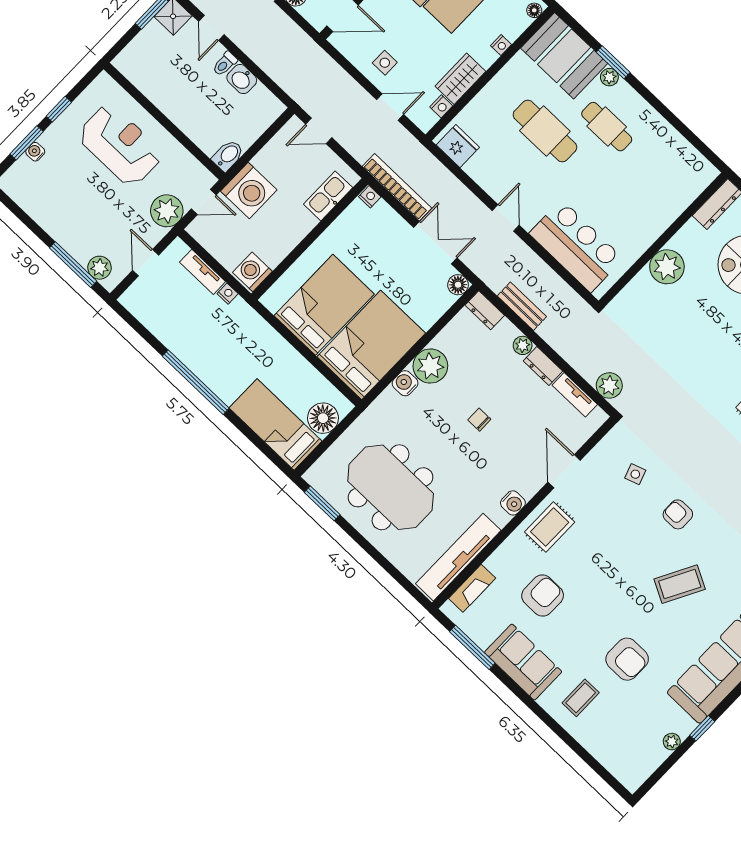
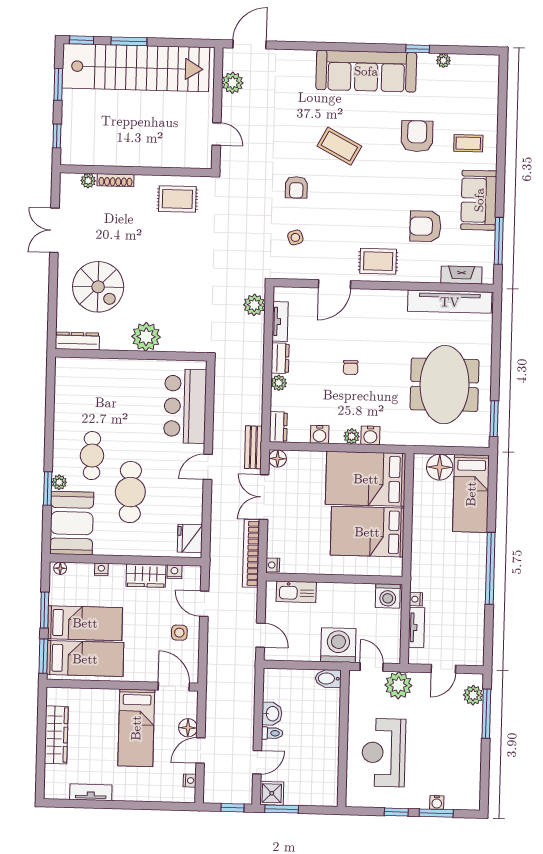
bench: (522, 306) -> (253, 447), moved
plant: (430, 366) -> (352, 436), width x0.53, depth x0.53
water cooler: (513, 503) -> (320, 434), moved, turned 180

